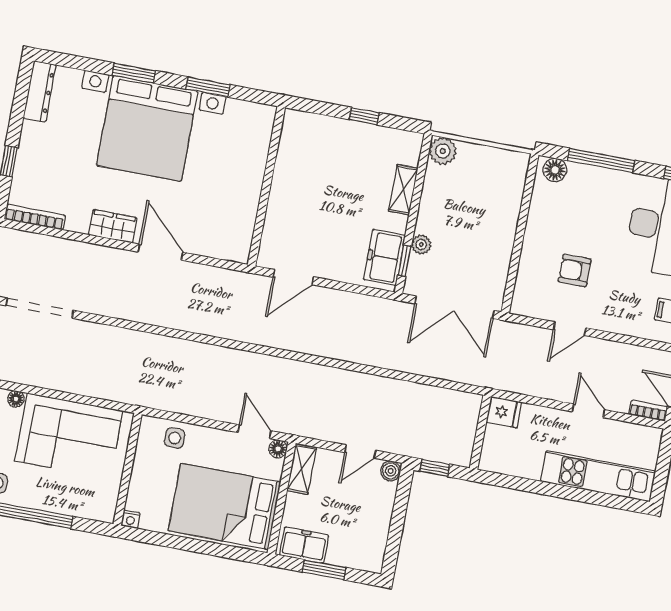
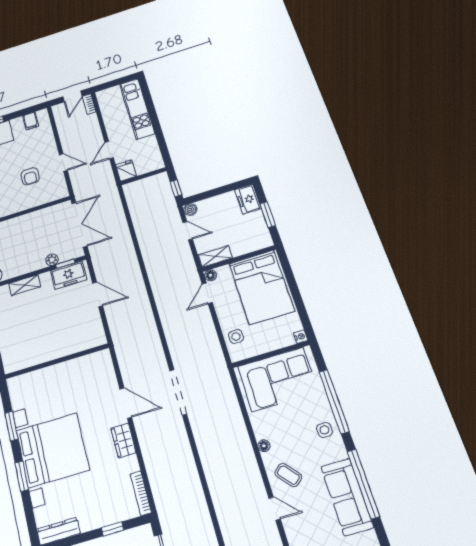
door: (160, 252) -> (126, 403), swing flipped
door: (293, 277) -> (98, 294), moved
doorway: (40, 308) -> (178, 392), moved
door: (588, 411) -> (109, 150), moved
corner sofa: (69, 436) -> (278, 379), moved, turned 90
freezer: (304, 545) -> (248, 199), moved

